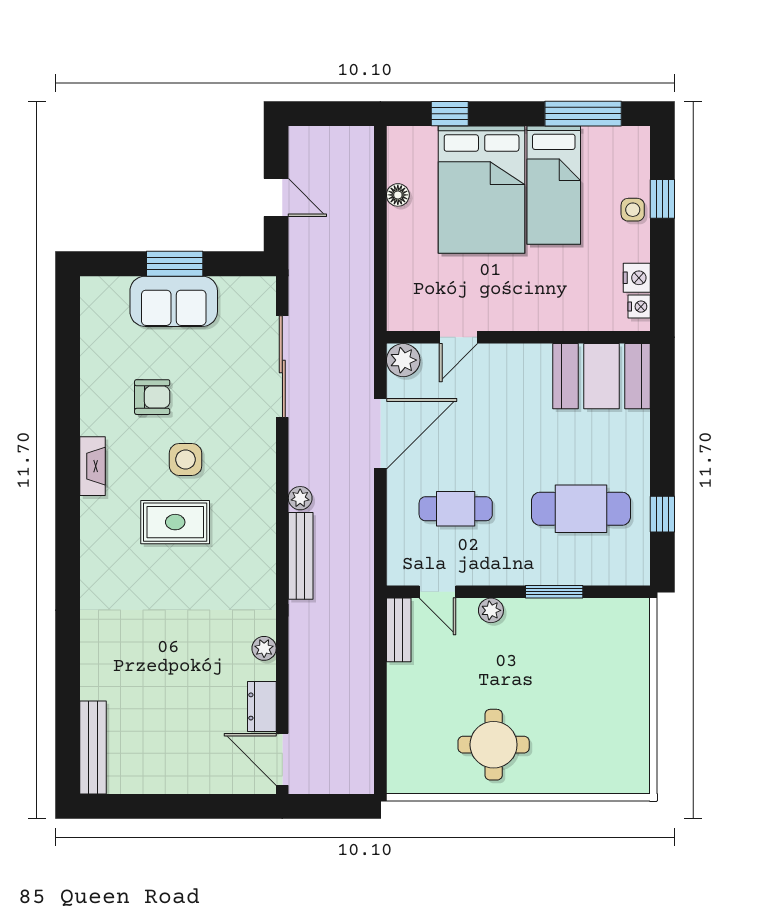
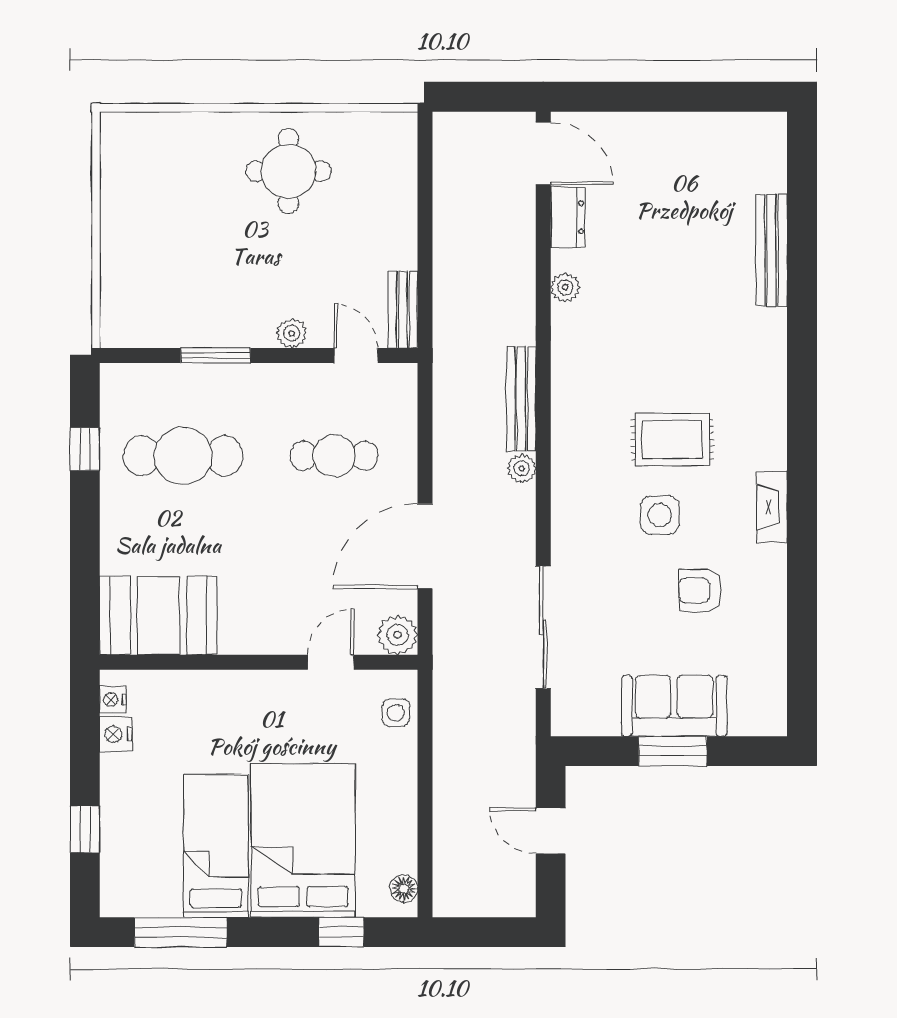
floor lamp: (398, 195) -> (404, 889), moved
side table: (633, 210) -> (396, 713), moved
bench: (93, 748) -> (771, 250), moved

